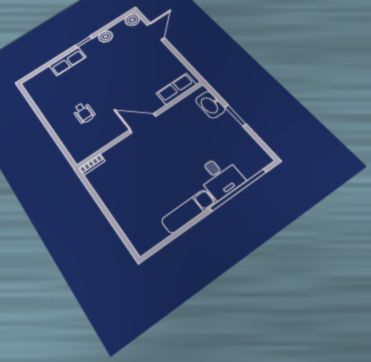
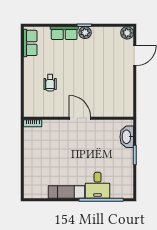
plant: (106, 36) -> (85, 33), moved
row of seats: (177, 89) -> (30, 43), moved, turned 90

